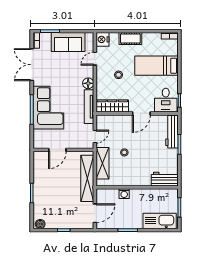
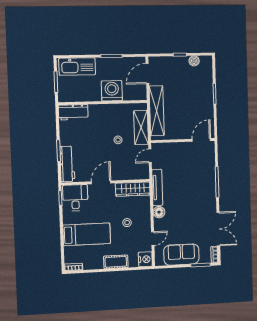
corner sofa: (48, 108) -> (200, 185), removed
door: (57, 150) -> (201, 140), moved
washing machine: (124, 194) -> (112, 91), width x1.89, depth x1.89
boiler: (40, 224) -> (194, 61), moved

